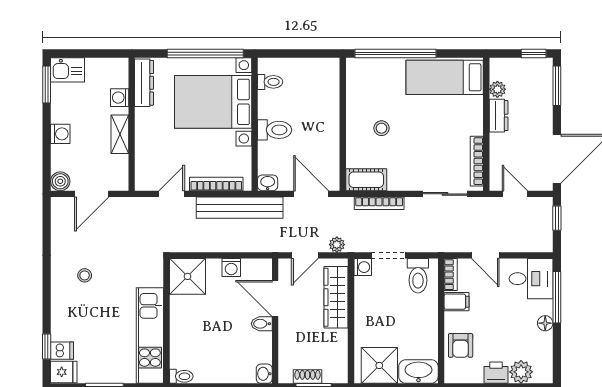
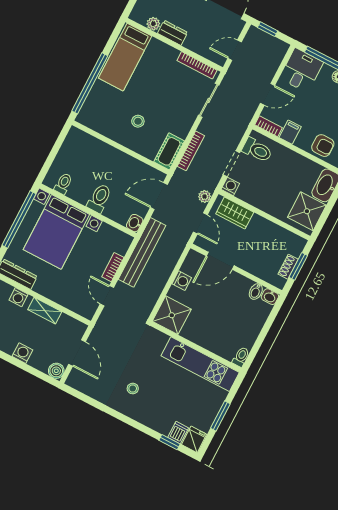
bookcase: (216, 184) -> (113, 267), width x0.64
wardrobe: (336, 297) -> (235, 213), width x0.67
bidet: (262, 324) -> (256, 292), moved

